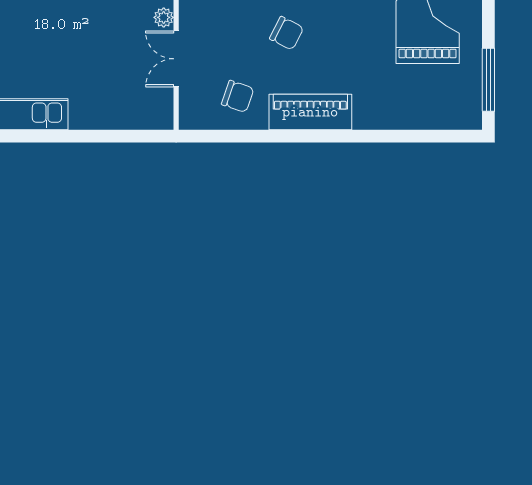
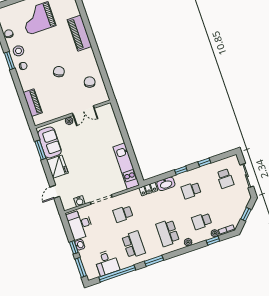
piano: (310, 112) -> (79, 33), moved

